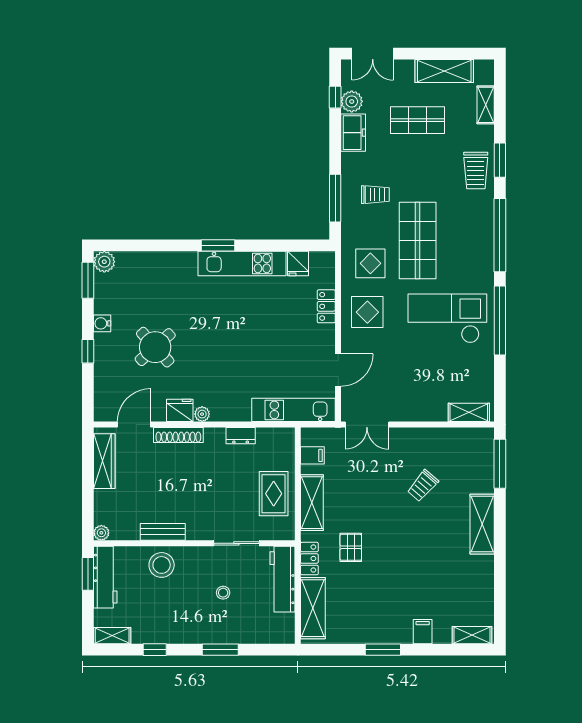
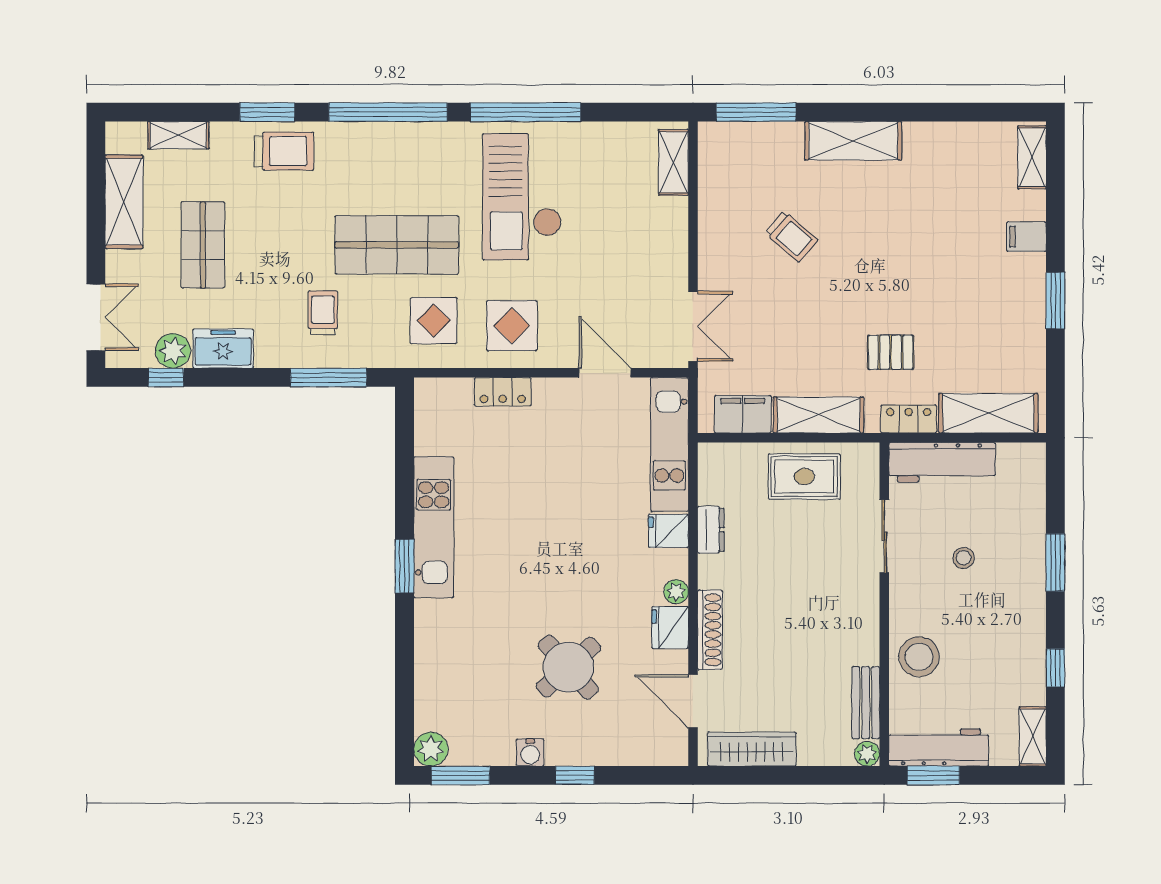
fridge: (298, 263) -> (668, 531), moved, turned 180
filing cabinet: (312, 455) -> (743, 414), width x2.00
bench: (163, 532) -> (866, 703), moved

